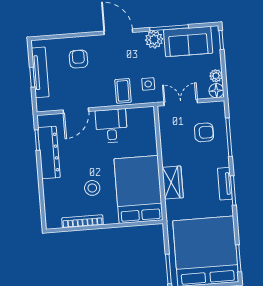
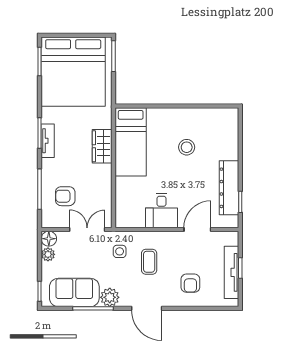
coffee table: (123, 91) -> (149, 262), moved
double door: (181, 102) -> (87, 229), swing flipped
bed: (139, 189) -> (131, 142), width x0.67
bookcase: (82, 221) -> (200, 113), removed

